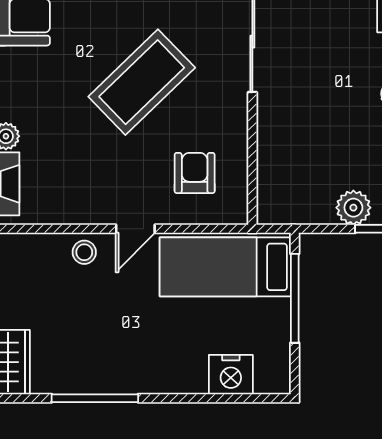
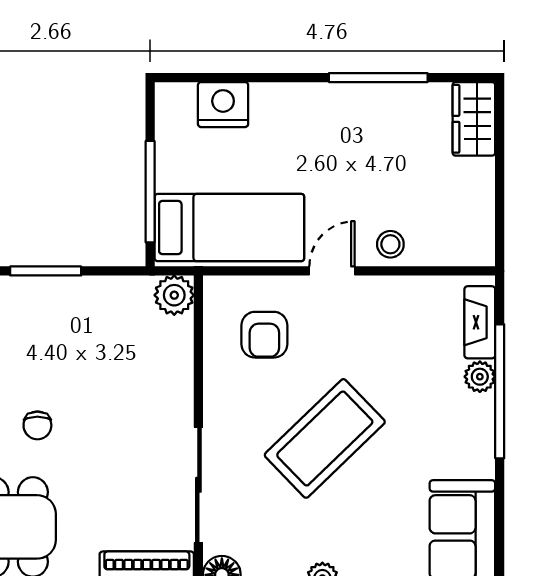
plant: (353, 208) -> (174, 295), moved

